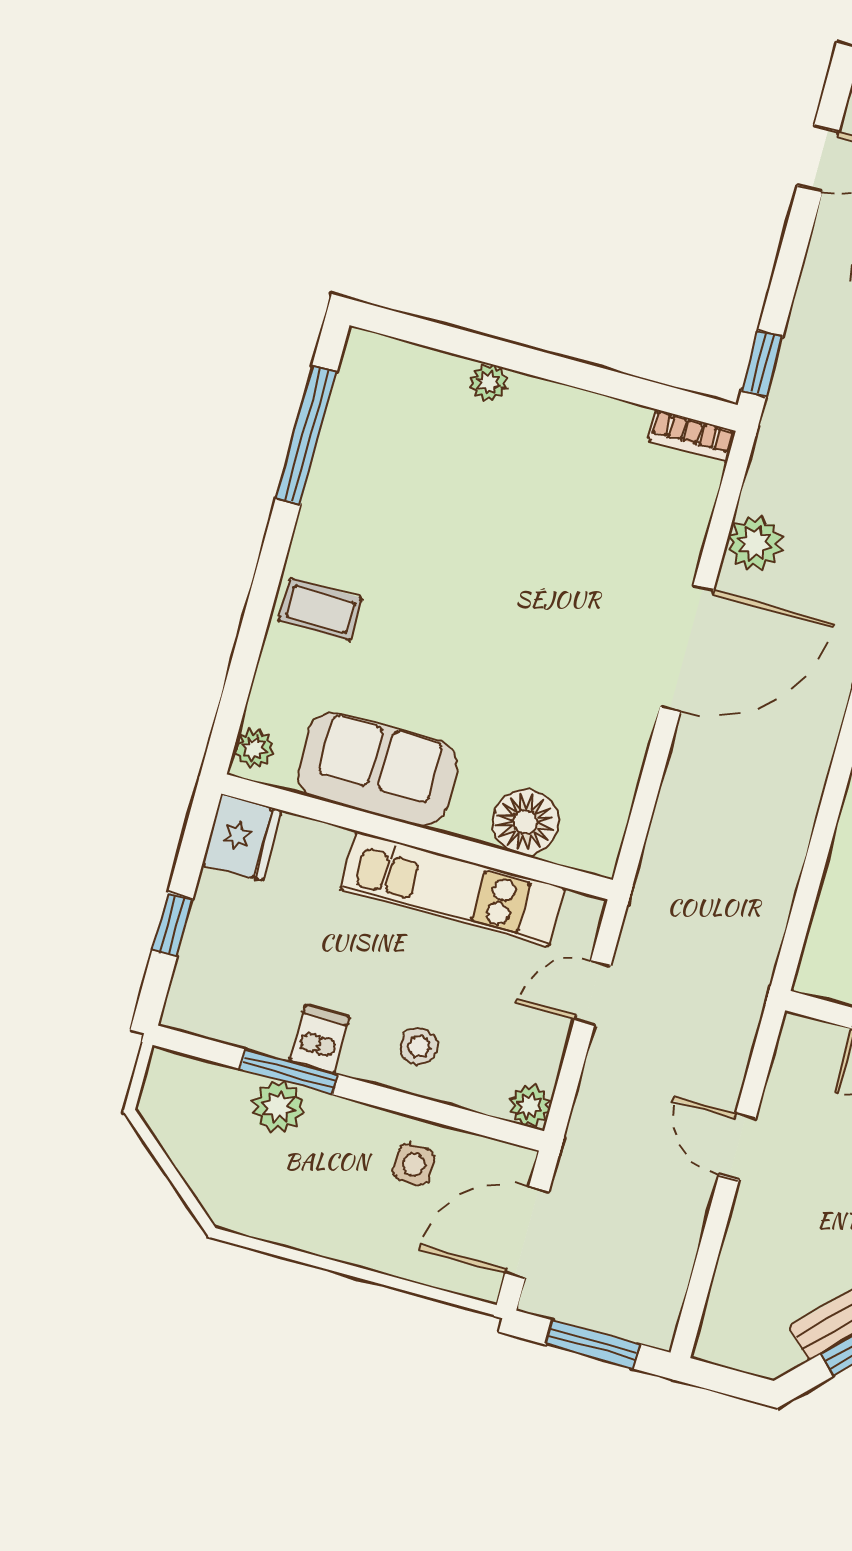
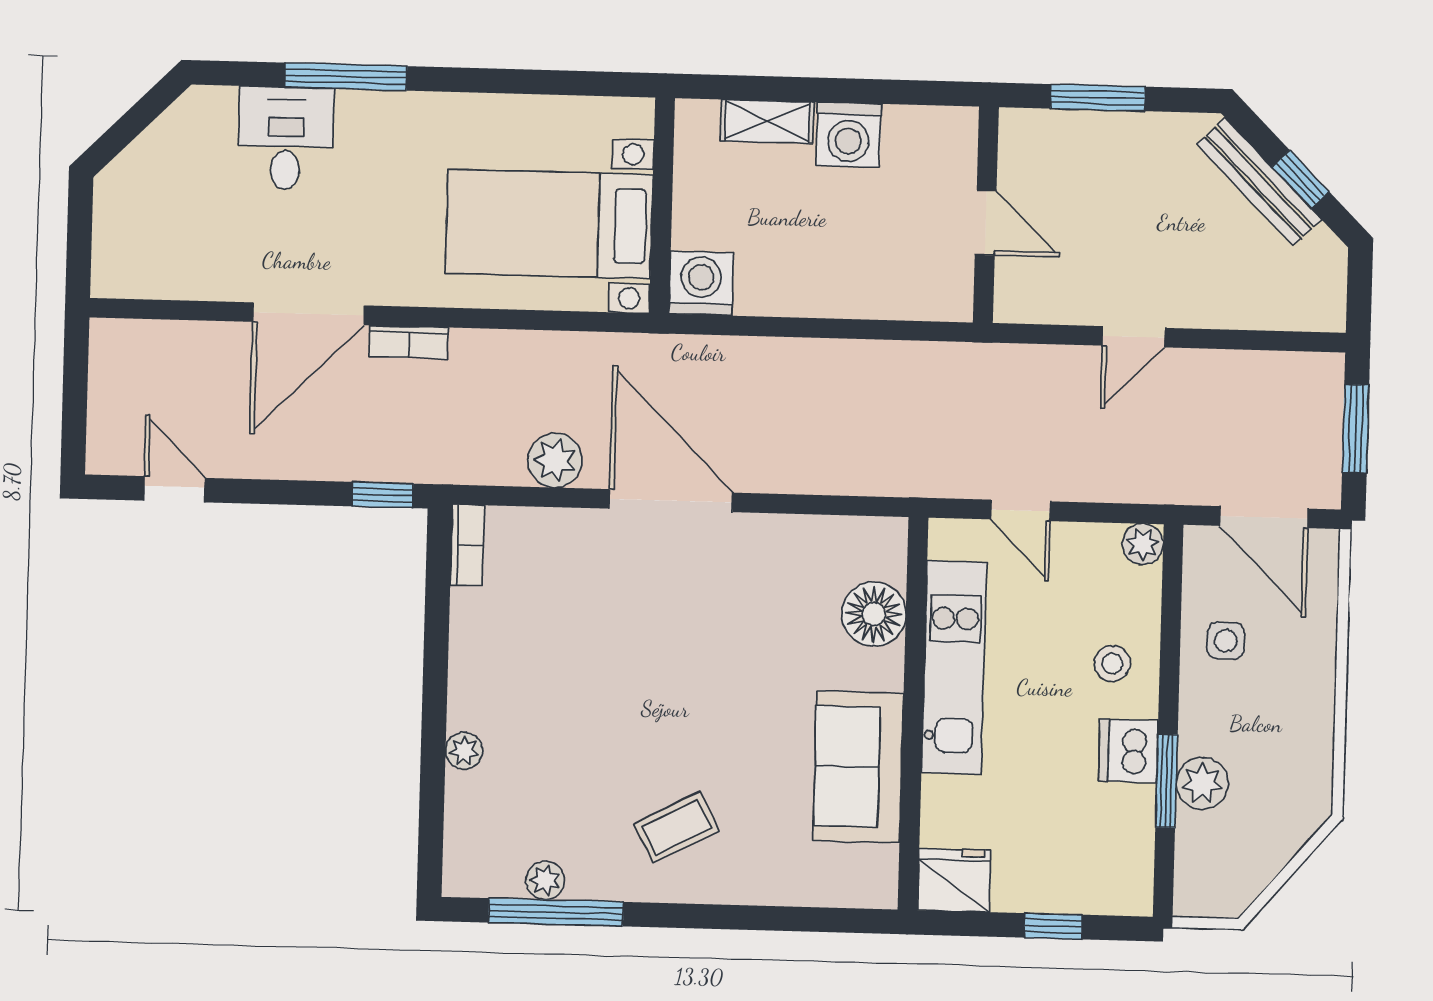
coffee table: (320, 609) -> (677, 827), moved, turned 61
plant: (254, 748) -> (545, 880), moved
dishwasher: (320, 1039) -> (1128, 751), width x1.38

